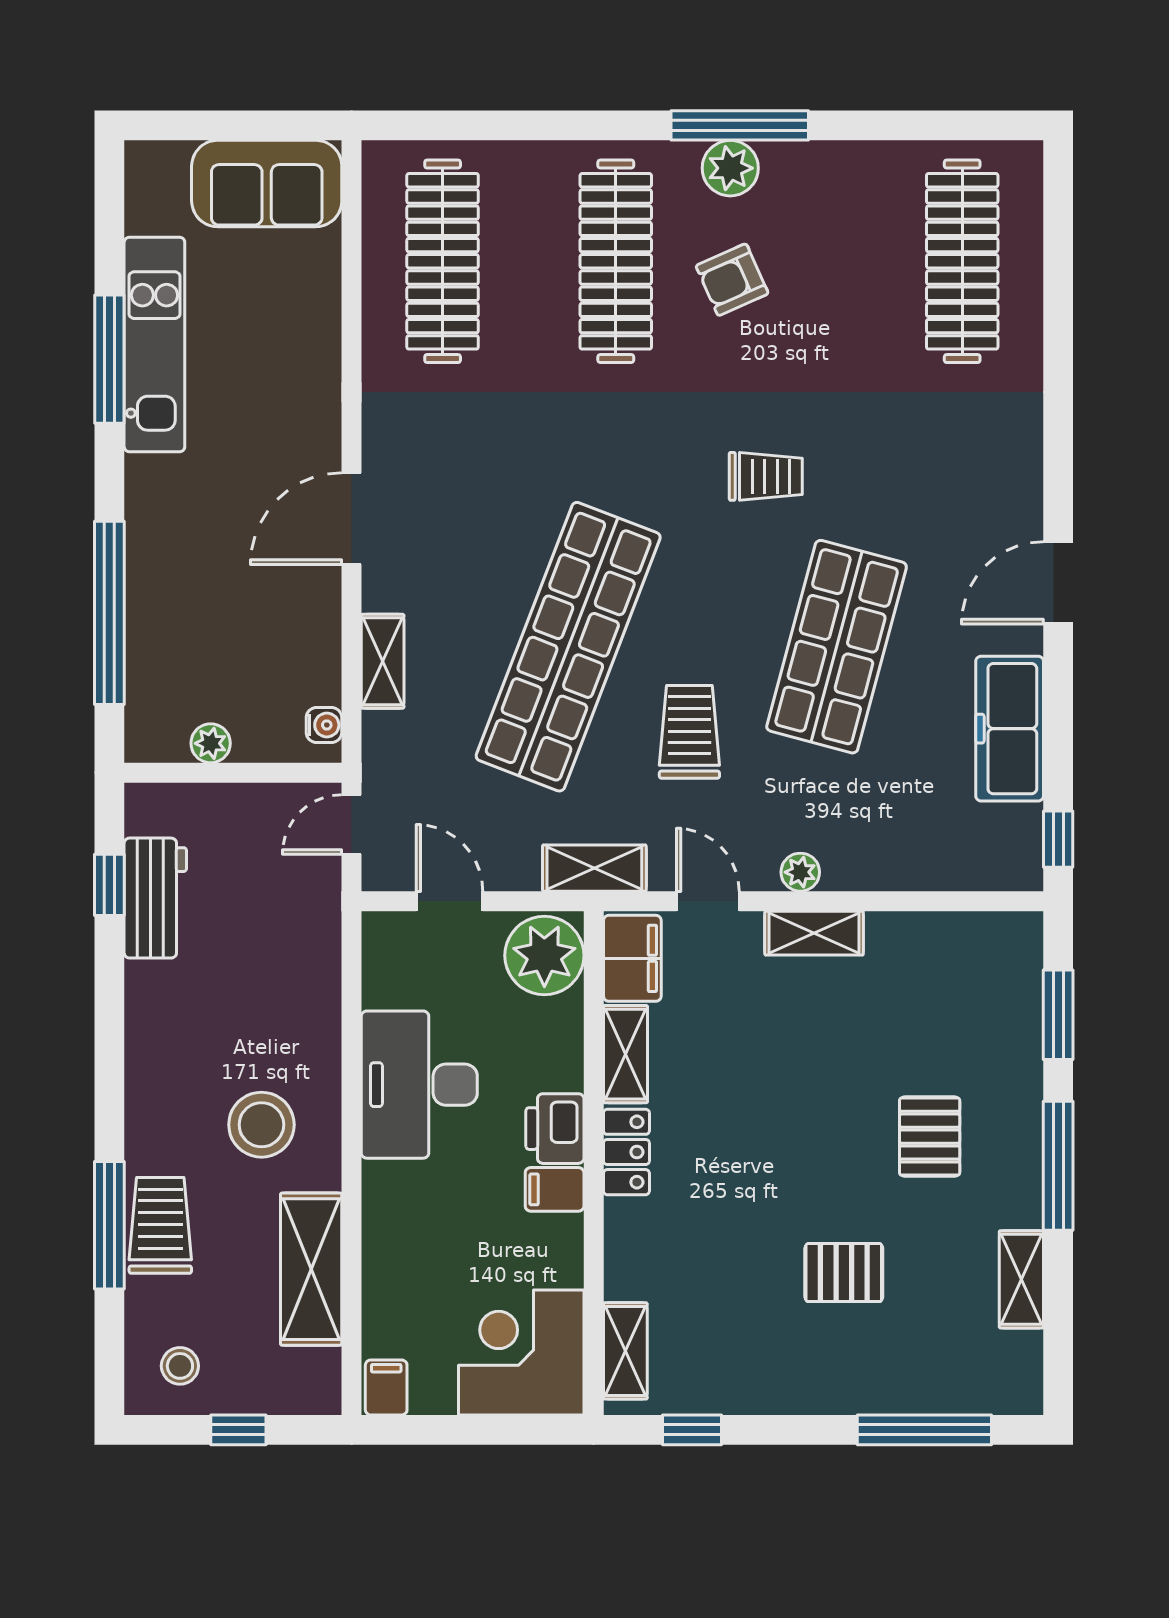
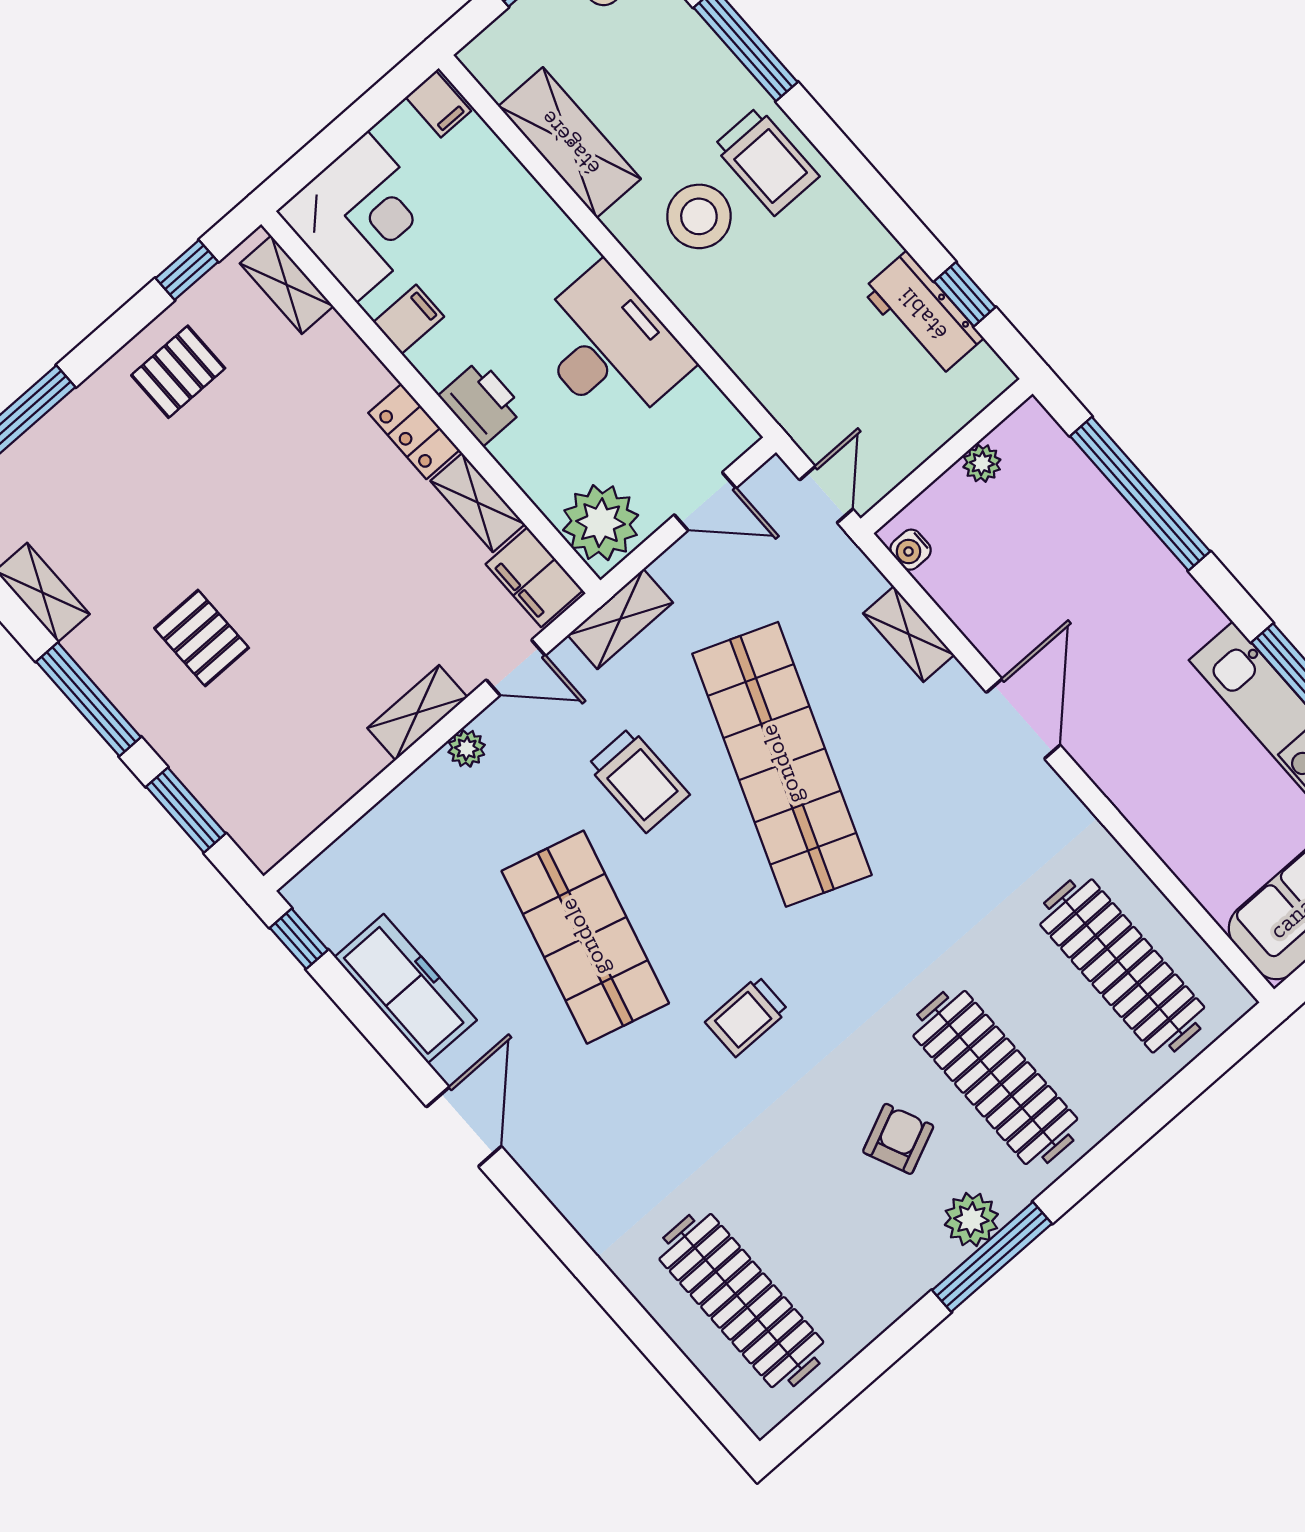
filing cabinet: (555, 1189) -> (409, 319), moved
trolley: (160, 1225) -> (766, 161), moved
pallet: (844, 1273) -> (178, 372), moved

